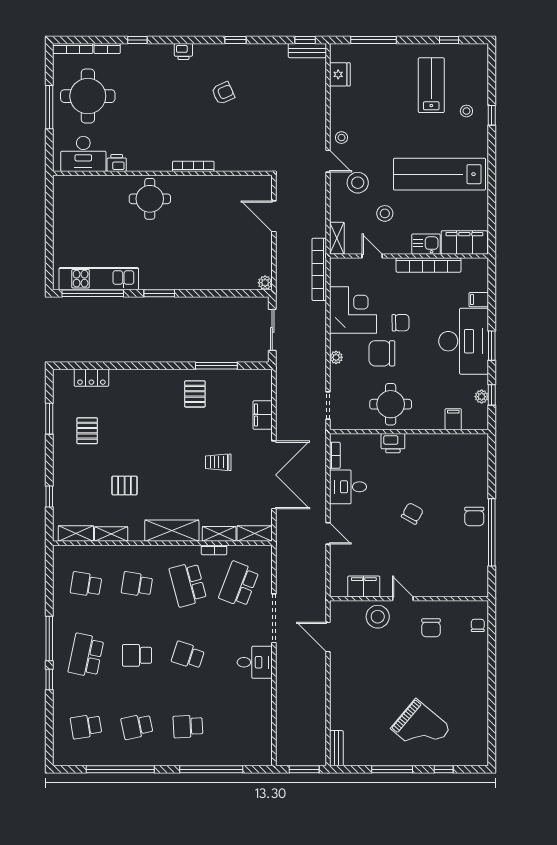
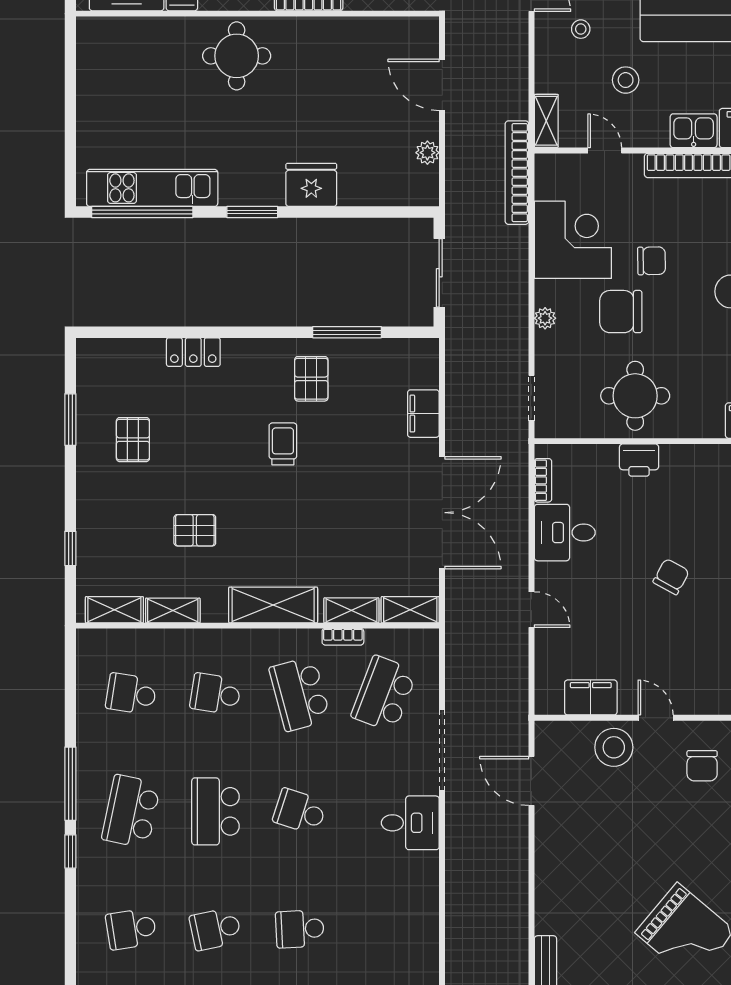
stool: (358, 183) -> (581, 29), width x0.53, depth x0.53
fridge: (195, 277) -> (311, 185), added
plant: (265, 283) -> (427, 153), moved
locker: (91, 378) -> (193, 352), moved
trolley: (218, 462) -> (283, 444), moved, turned 90
school desk: (137, 655) -> (215, 811), width x1.85

